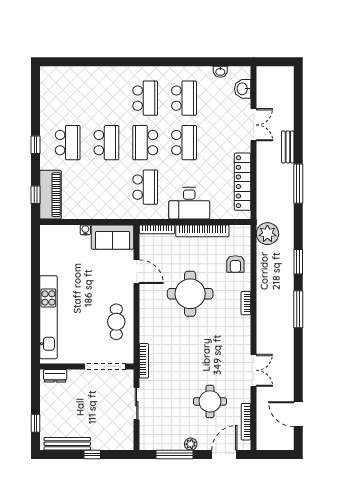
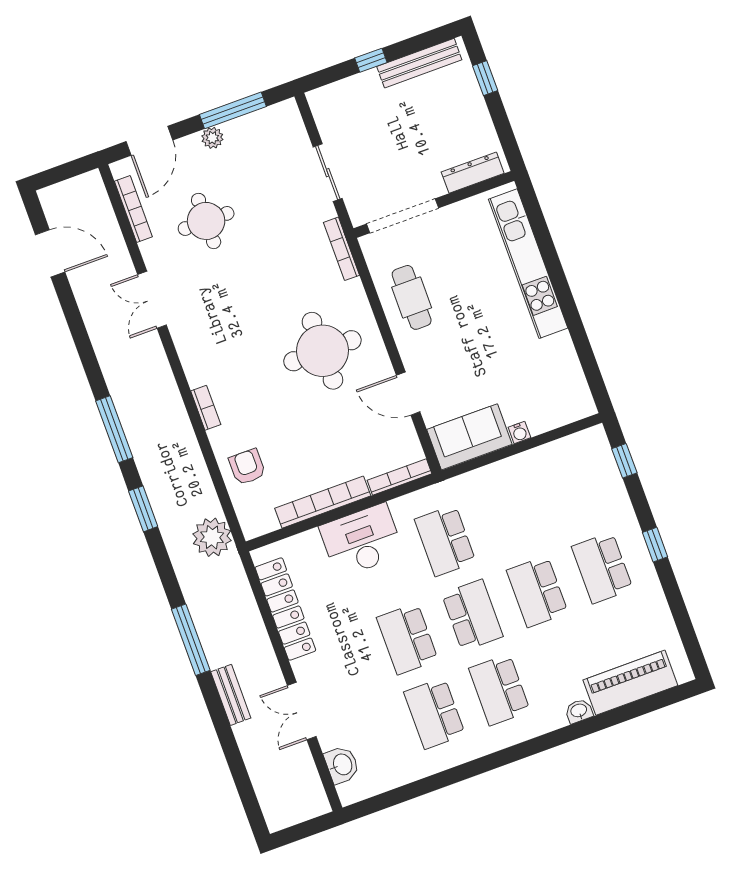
washbasin: (220, 72) -> (579, 711), moved
piano: (50, 195) -> (630, 683), moved, turned 90
round table: (190, 294) -> (322, 351), moved
dresser: (55, 376) -> (473, 173), width x1.44

